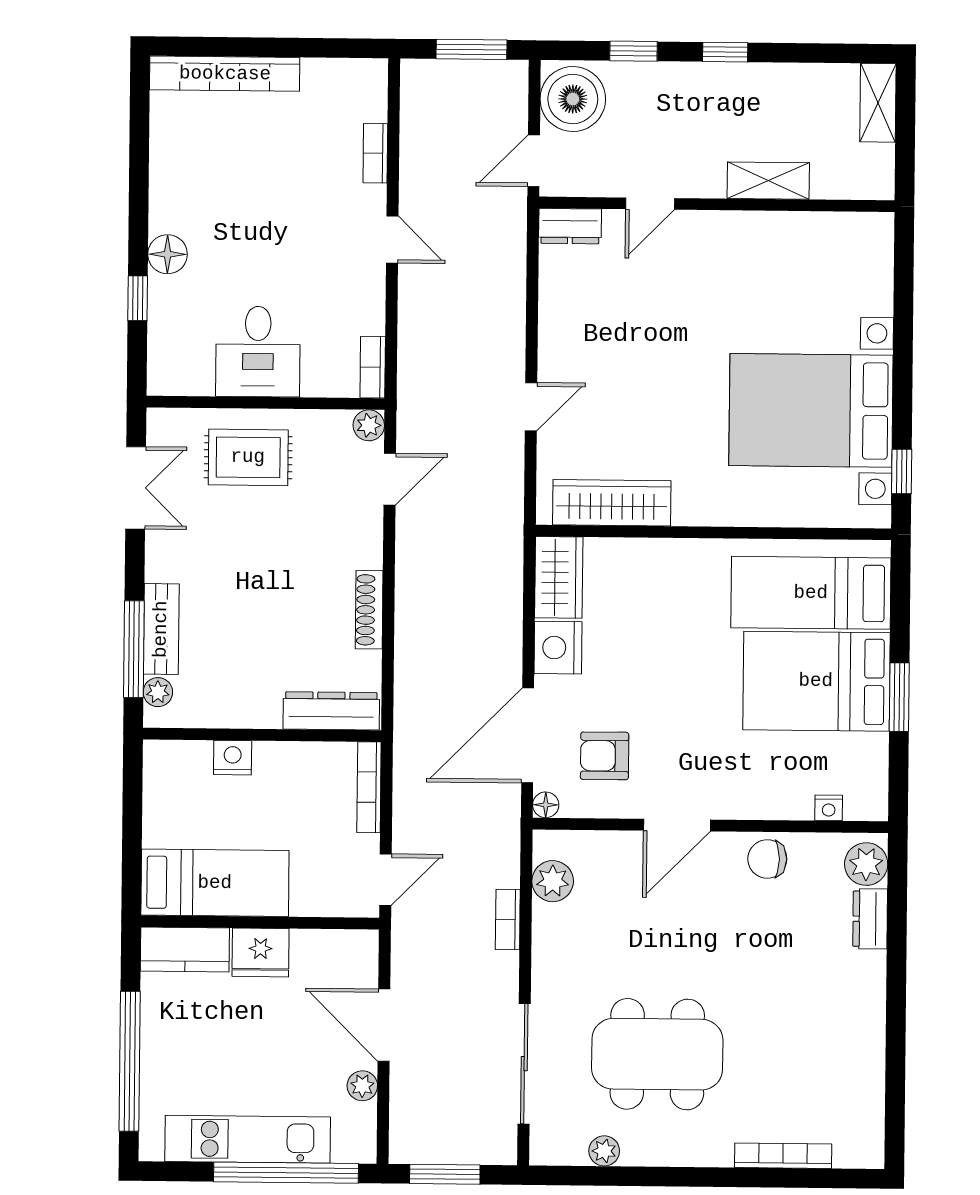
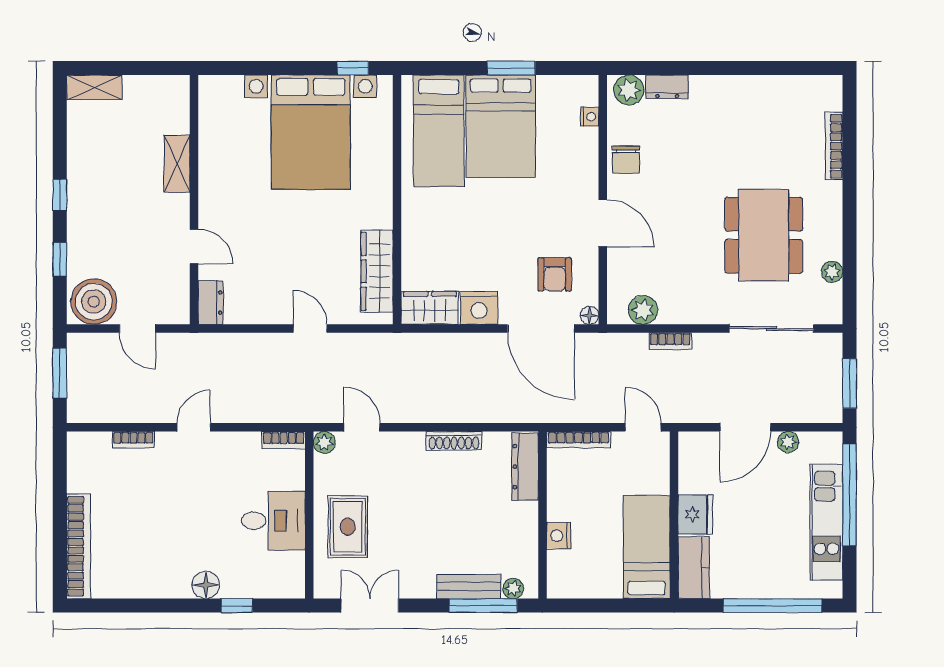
shelving: (768, 181) -> (177, 164), moved
door: (650, 204) -> (194, 247), moved
wall: (717, 204) -> (194, 200), moved
dresser: (570, 226) -> (211, 303), moved

